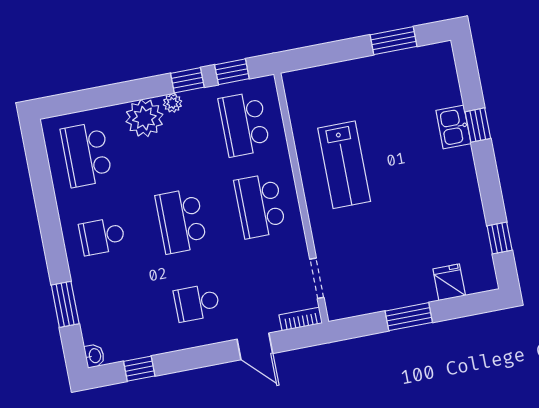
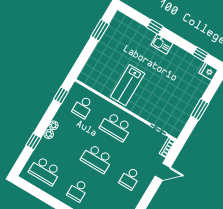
window: (187, 80) -> (33, 142), moved
plant: (144, 118) -> (49, 134), width x0.53, depth x0.53
school desk: (244, 124) -> (83, 107), width x0.54
kitchen sink: (453, 127) -> (162, 44), moved
lab bench: (344, 165) -> (128, 85), turned 90
fridge: (449, 282) -> (208, 71), moved

